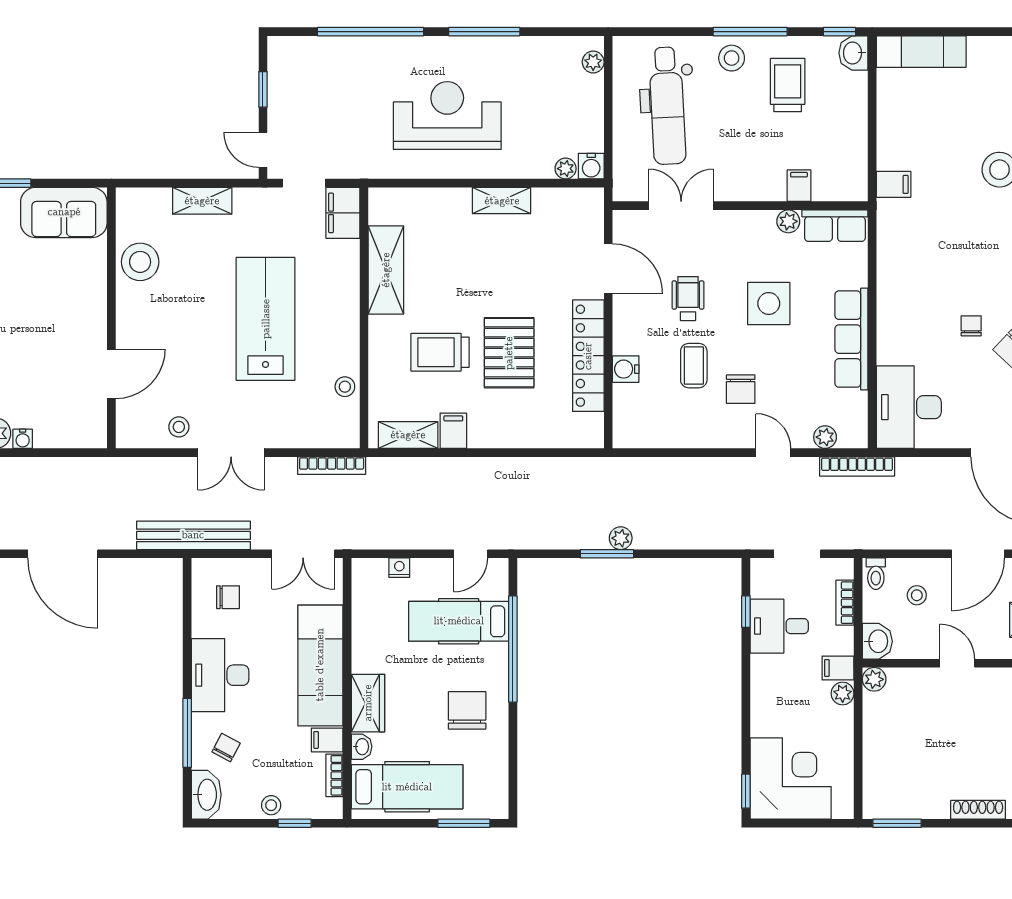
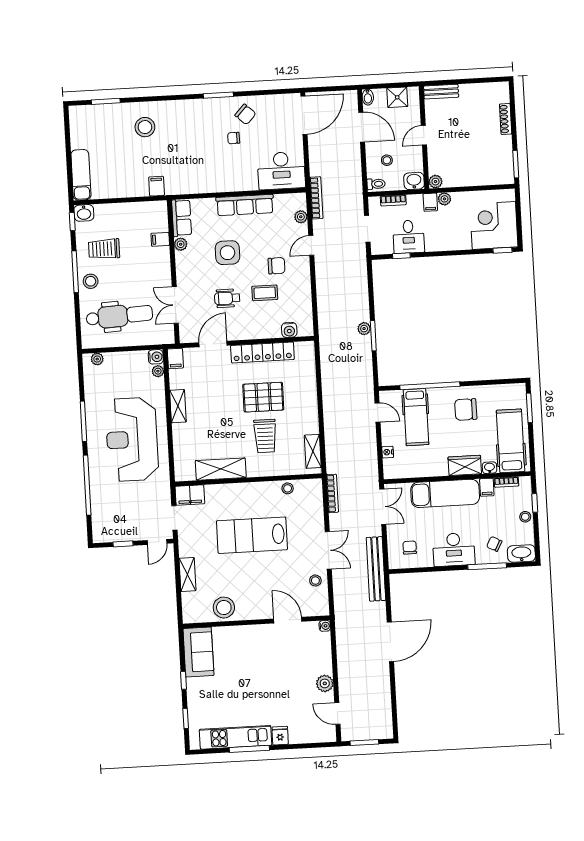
reception desk: (447, 116) -> (132, 439), width x1.36, depth x1.30
water cooler: (626, 369) -> (289, 330), moved
filing cabinet: (453, 431) -> (175, 358), moved, turned -90
water cooler: (23, 439) -> (325, 626), moved

